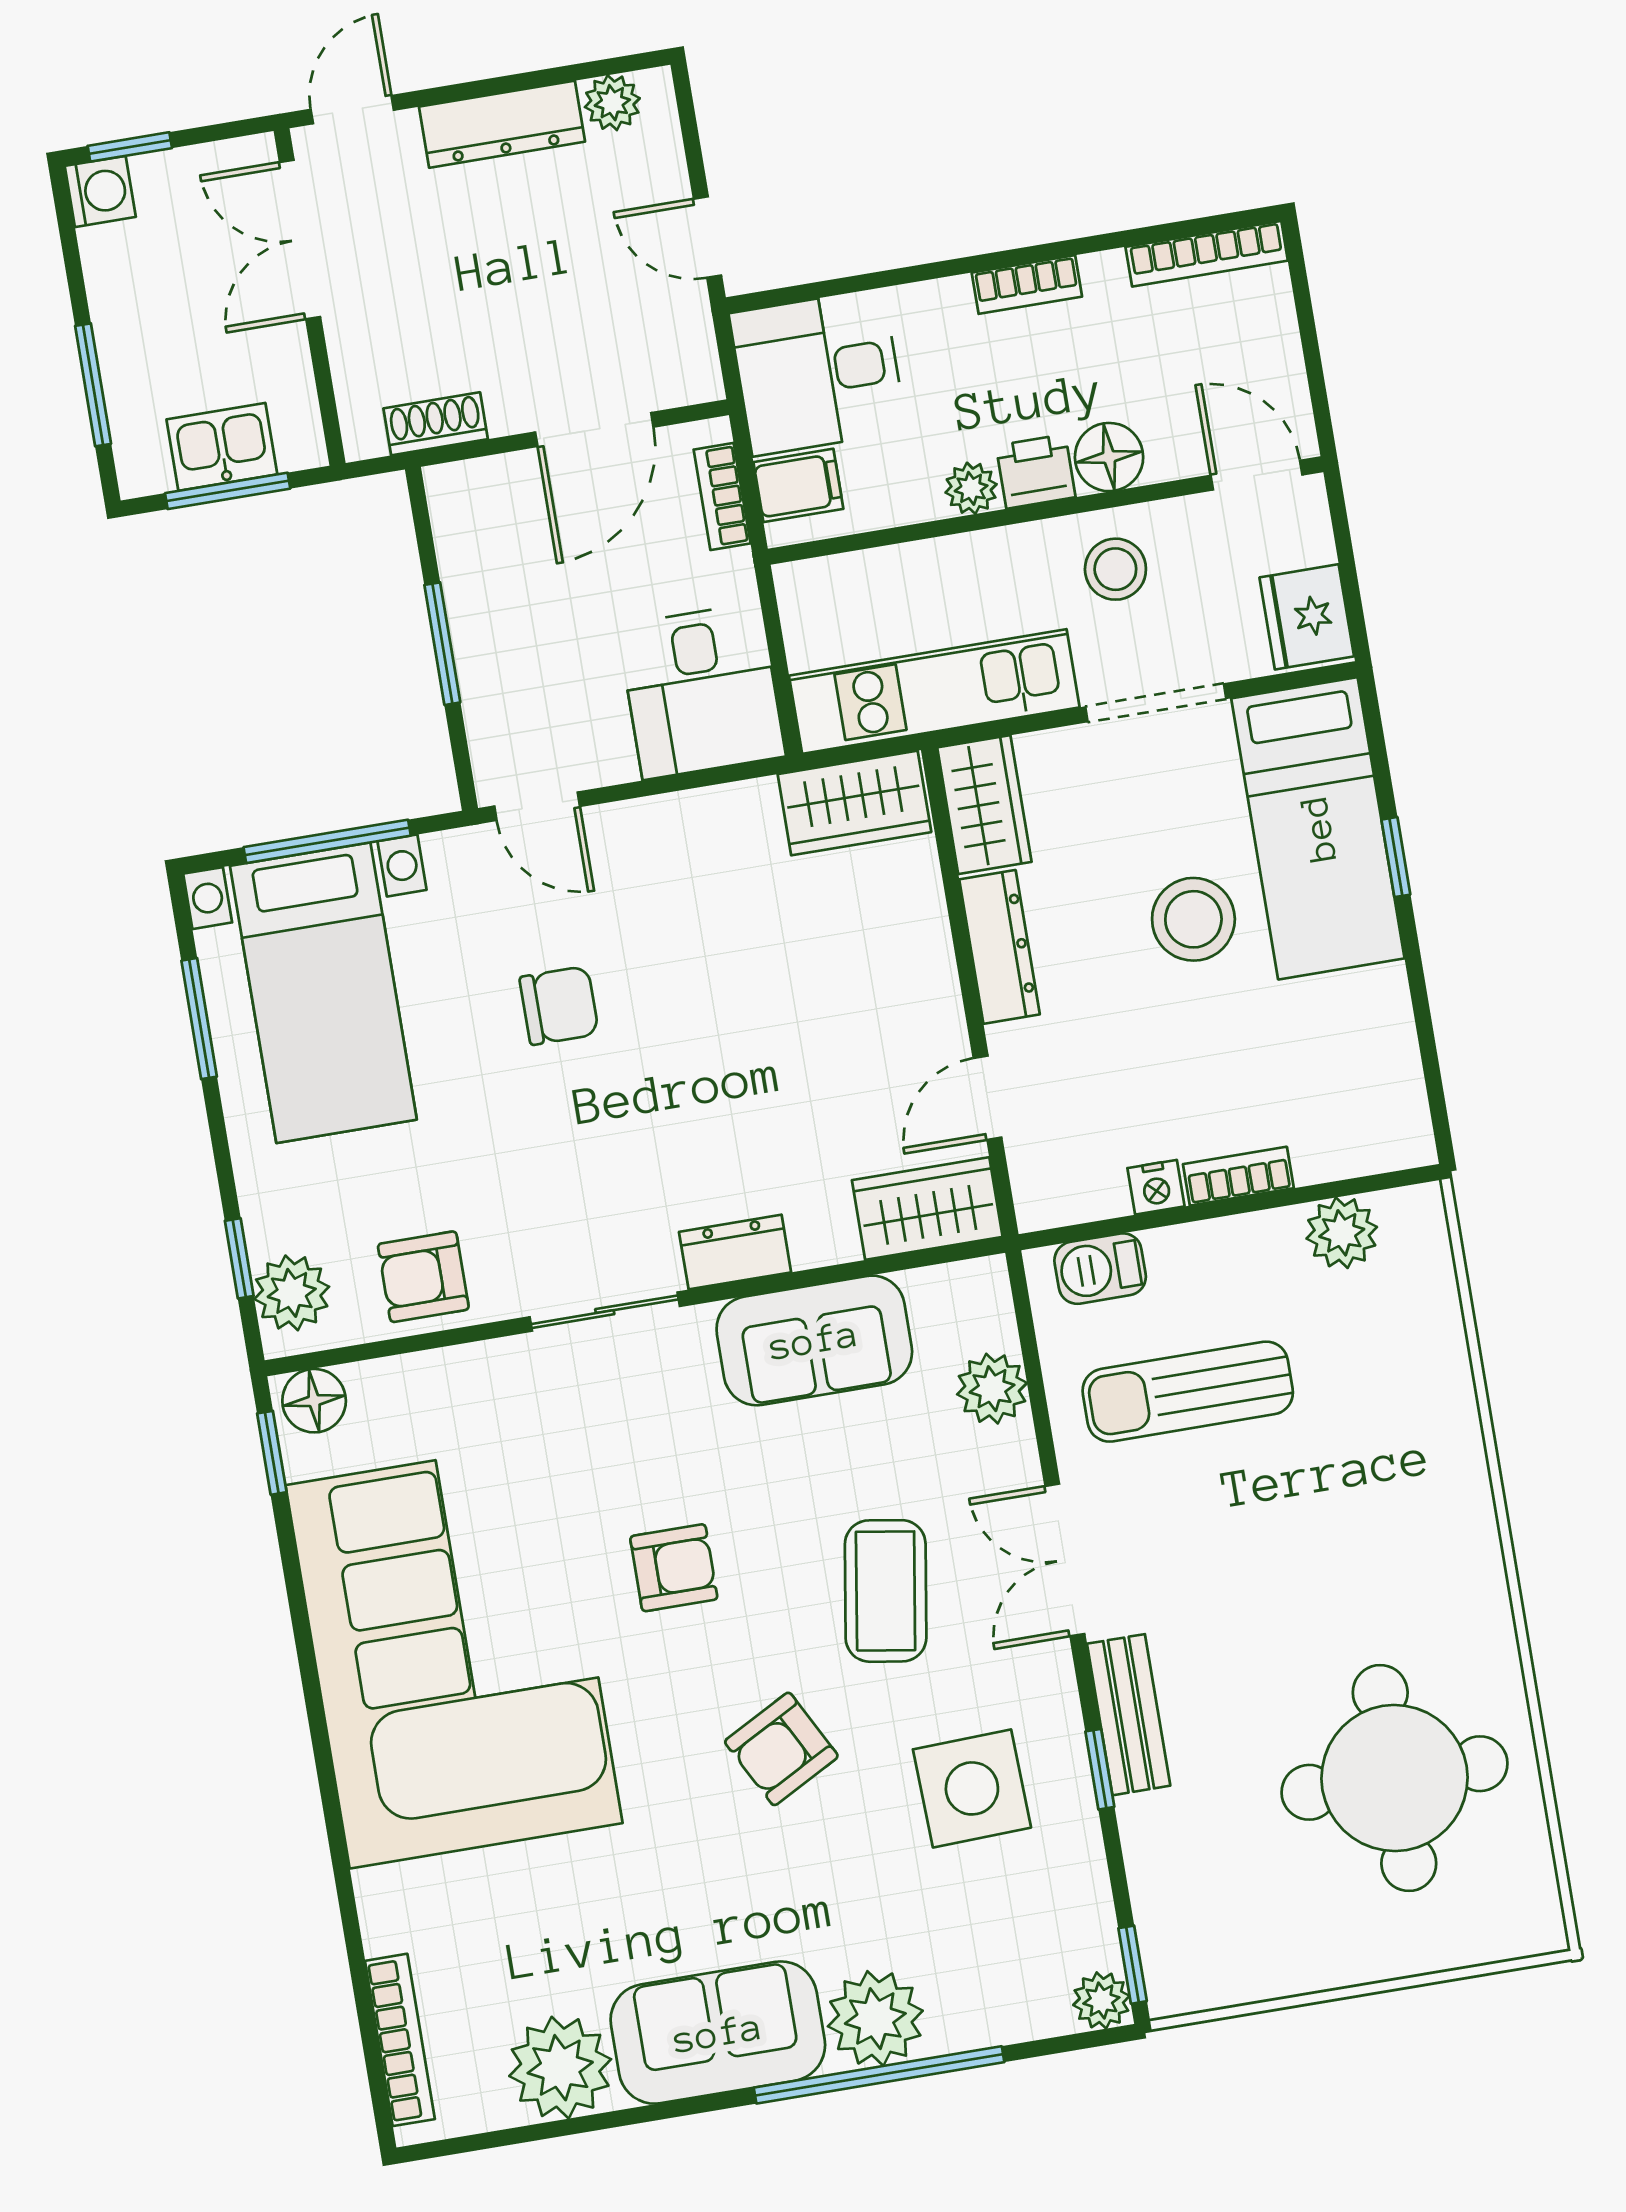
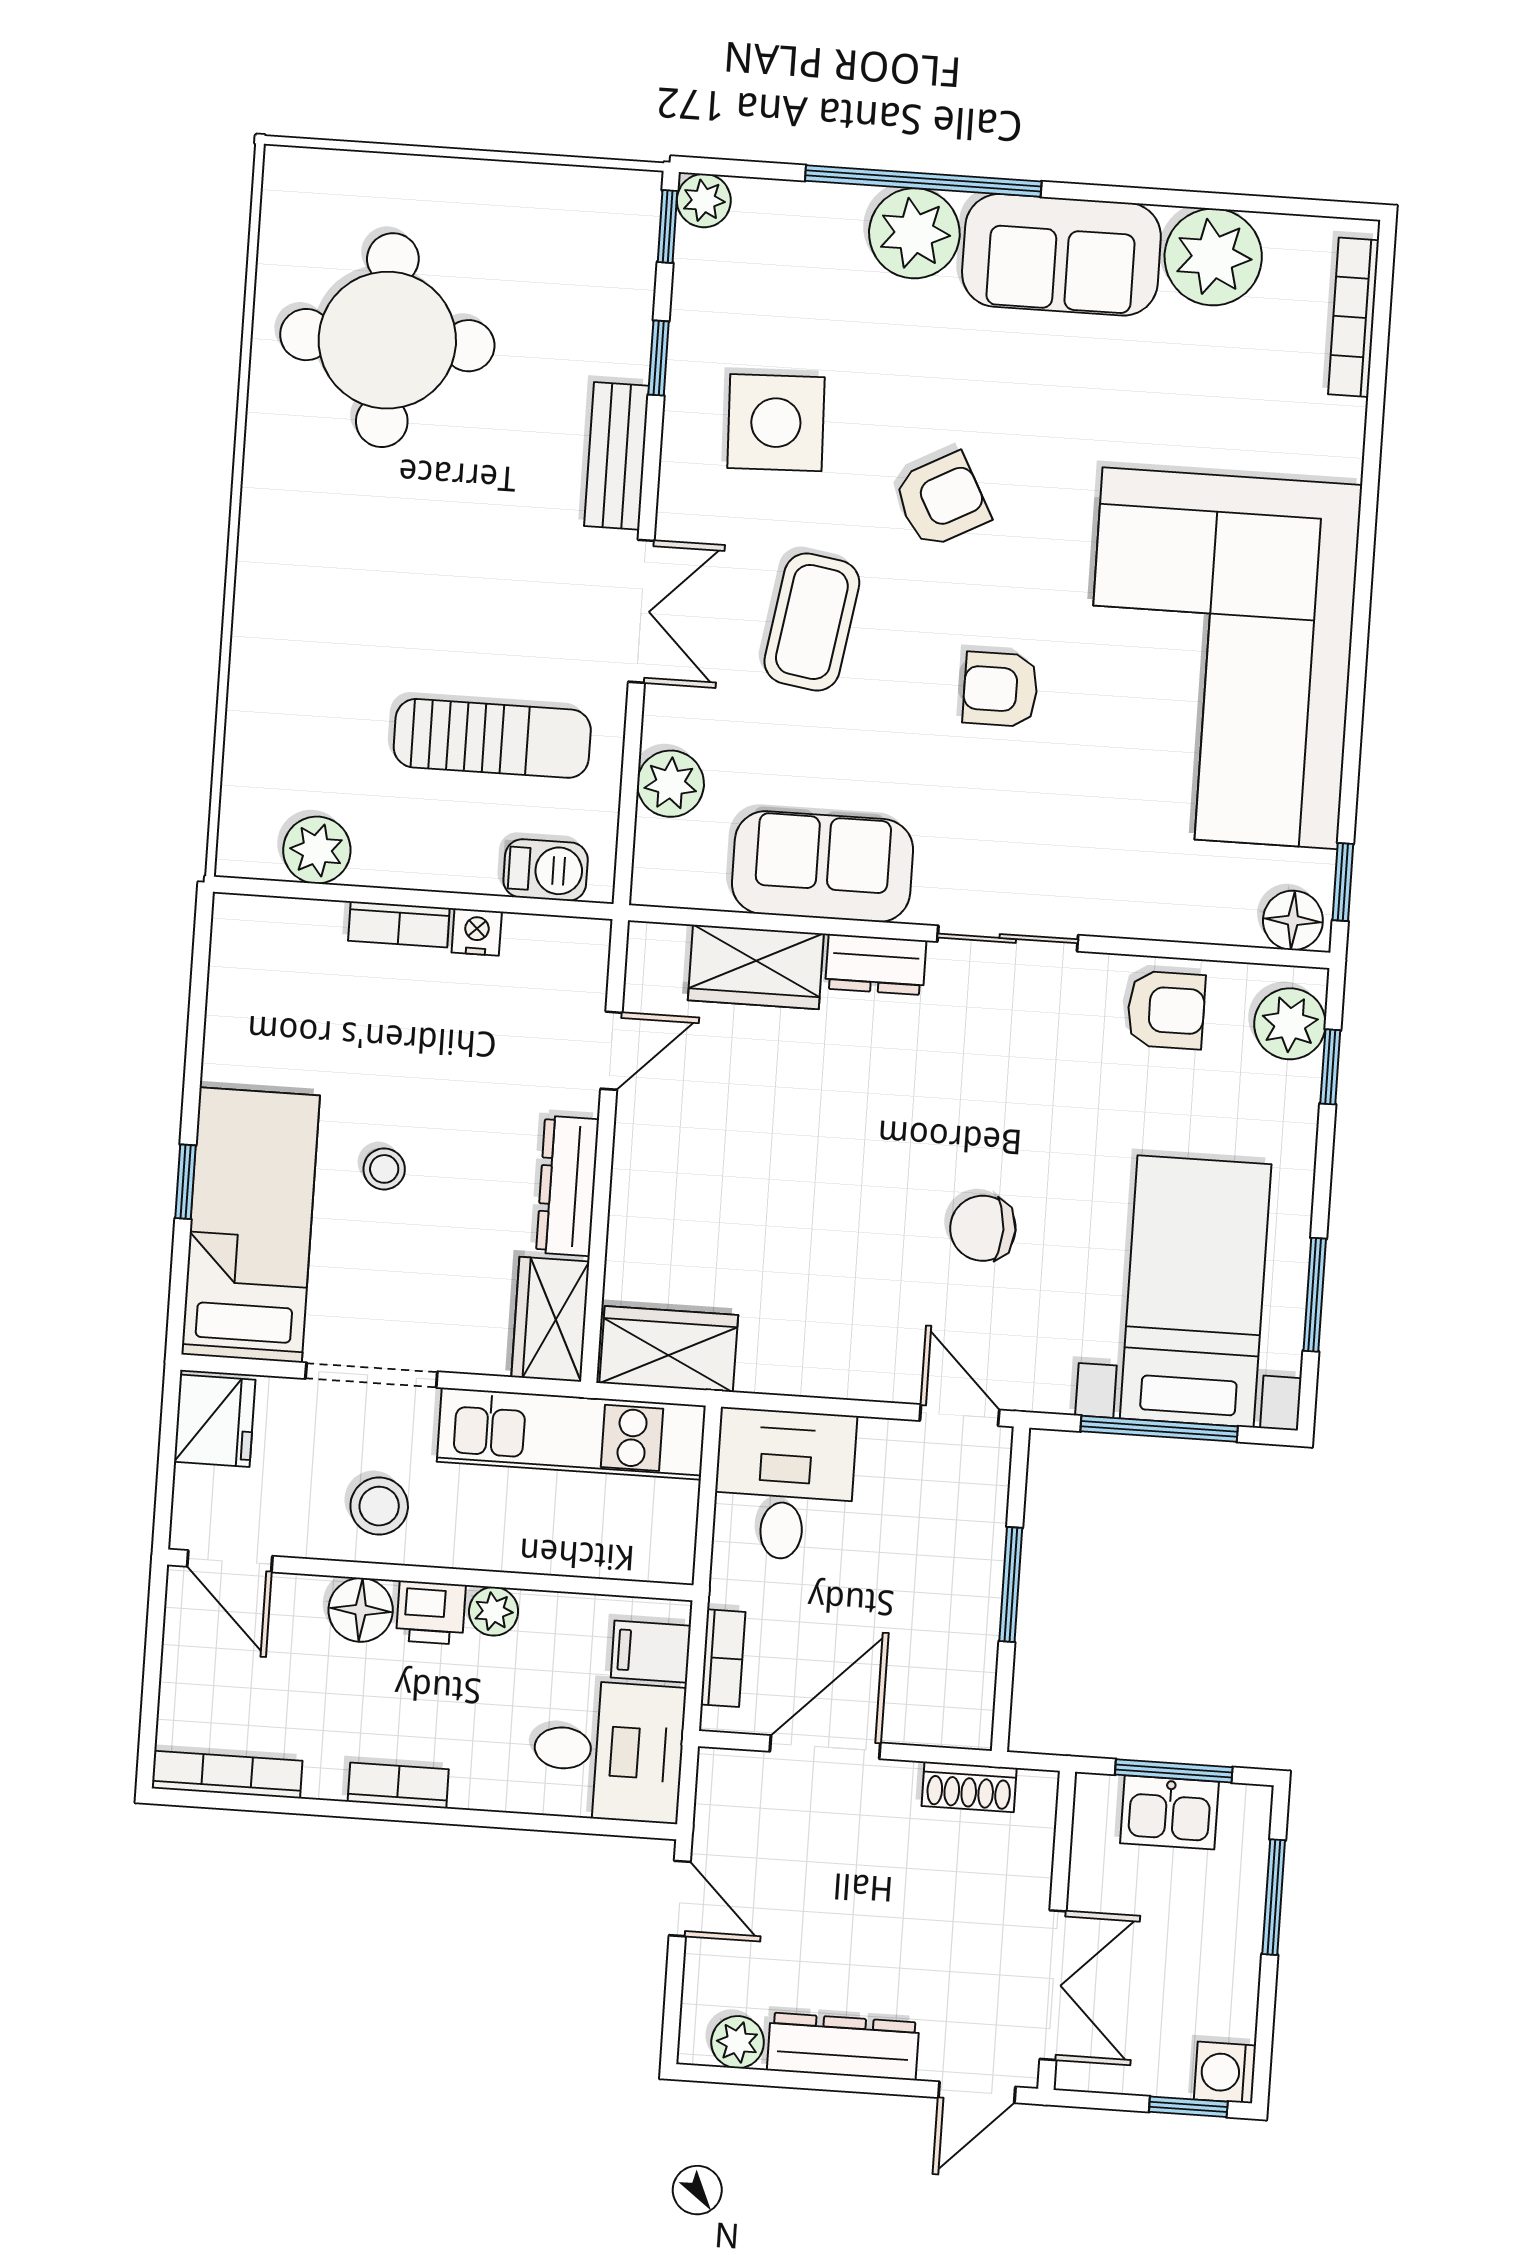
stool: (1193, 919) -> (384, 1169), width x0.53, depth x0.53
wardrobe: (927, 1209) -> (756, 967), moved
window: (1100, 1769) -> (659, 358), moved

